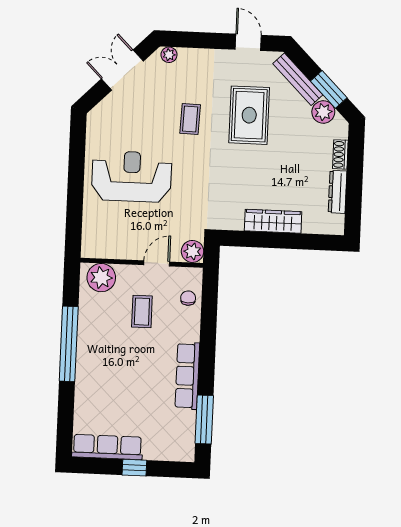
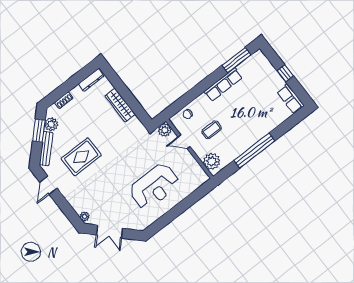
coffee table: (190, 119) -> (106, 182), removed
reception desk: (132, 177) -> (154, 186), turned -90
dresser: (338, 192) -> (91, 80), moved
row of seats: (107, 447) -> (290, 99), width x0.68

